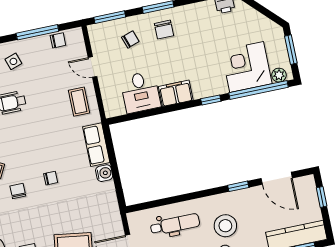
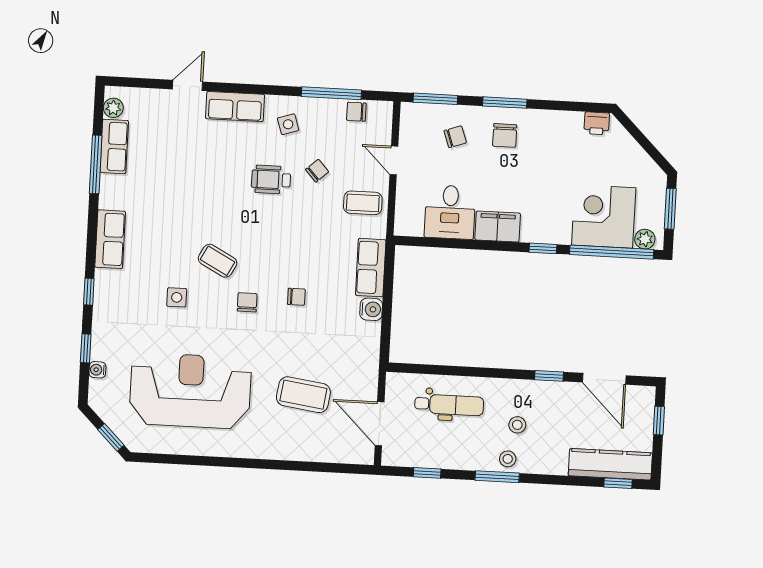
chair: (58, 40) -> (356, 112), turned 180
chair: (42, 88) -> (317, 171), added
coffee table: (79, 102) -> (363, 203), turned 90
stool: (225, 226) -> (517, 425), width x0.53, depth x0.53

